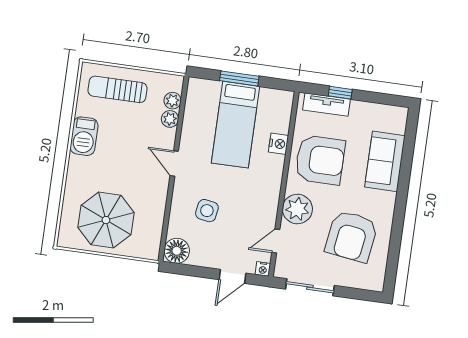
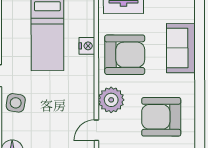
side table: (207, 211) -> (16, 103), moved
armchair: (351, 236) -> (161, 117), turned 82

